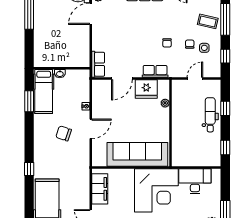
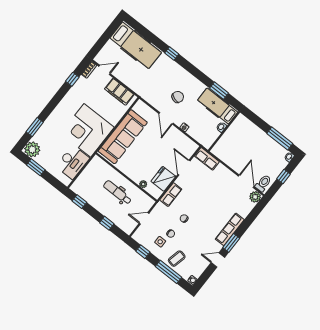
door: (195, 79) -> (144, 218), swing flipped
dental chair: (210, 115) -> (117, 192), moved, turned 180

